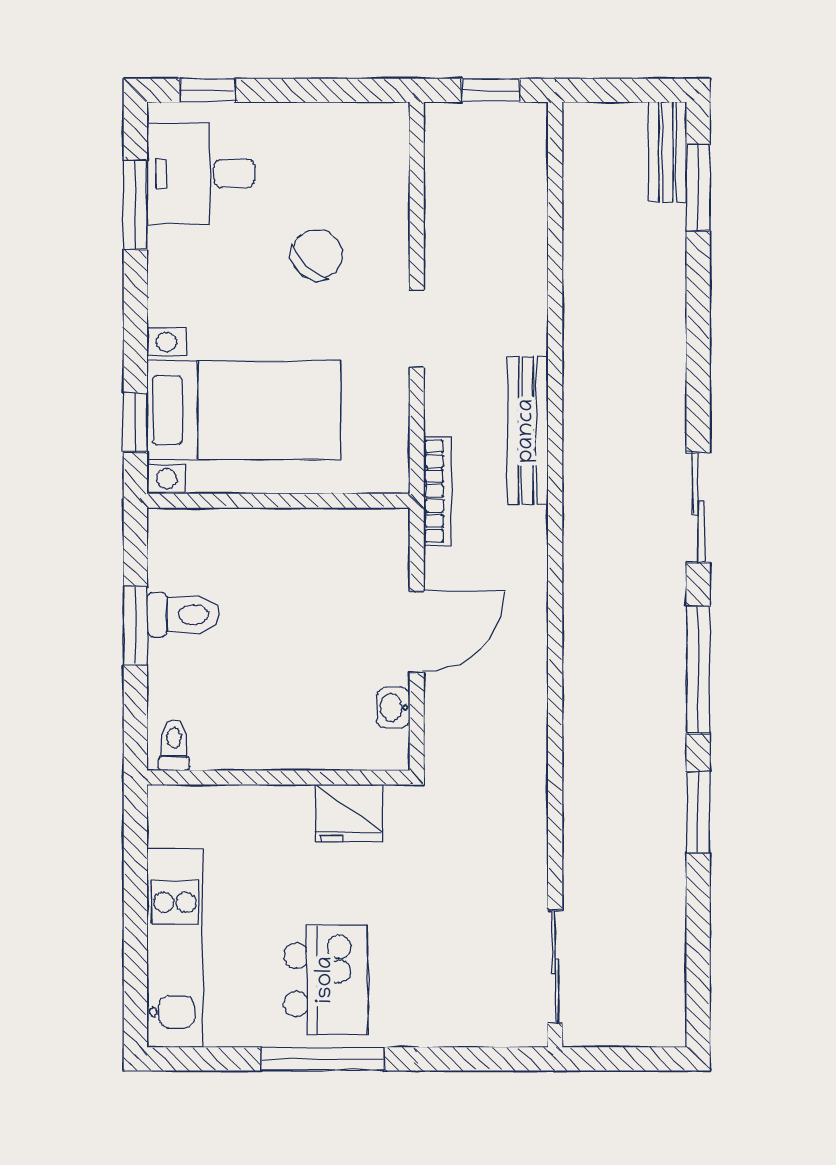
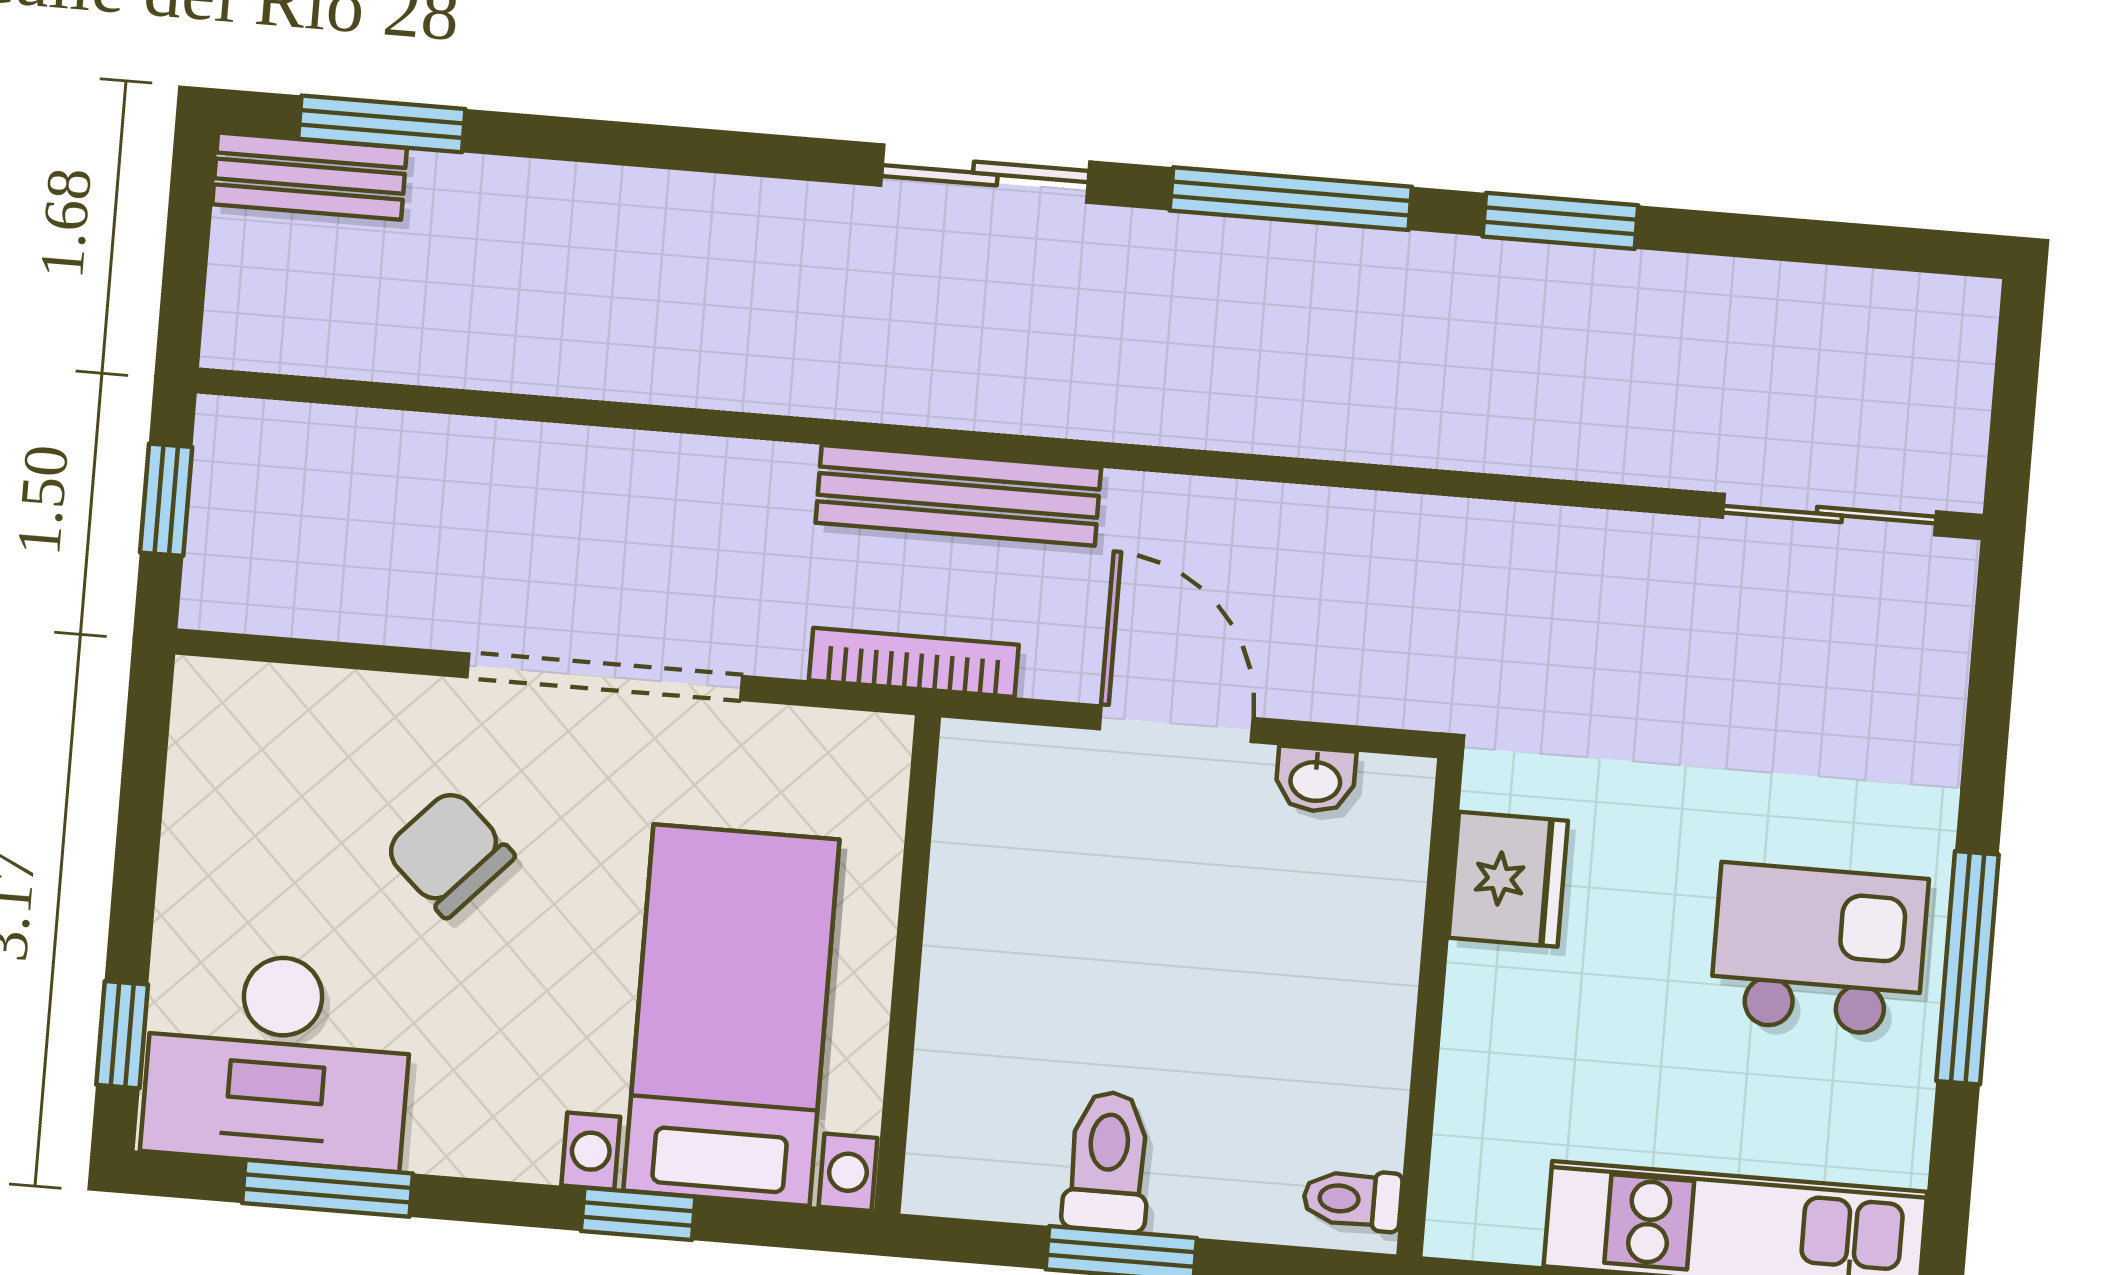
desk: (201, 173) -> (278, 1060), width x1.37
doorway: (417, 329) -> (605, 677), width x1.87
window: (135, 422) -> (638, 1214), moved
bench: (527, 431) -> (958, 495), moved

